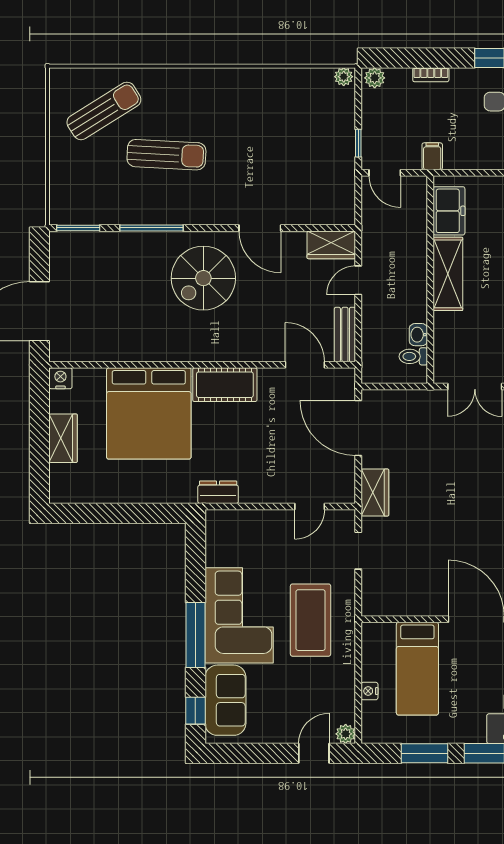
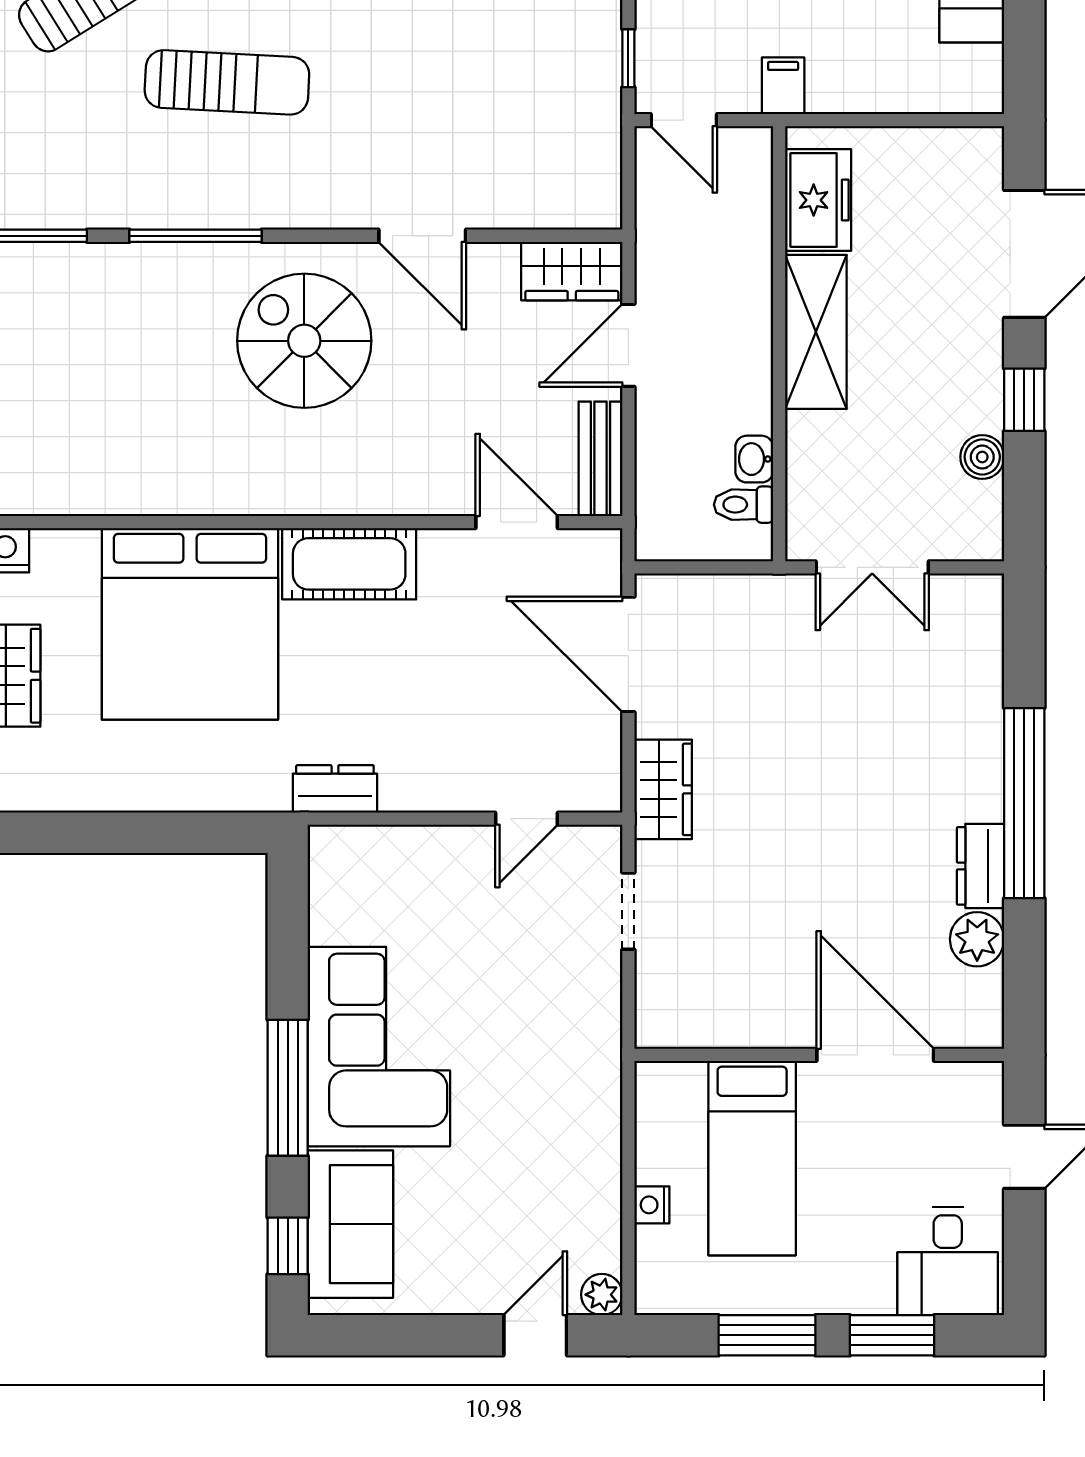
spiral stairs: (203, 278) -> (304, 341), turned 90
door: (358, 280) -> (628, 345), width x1.38
coffee table: (311, 620) -> (528, 1056), removed

